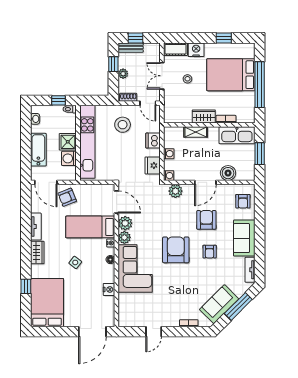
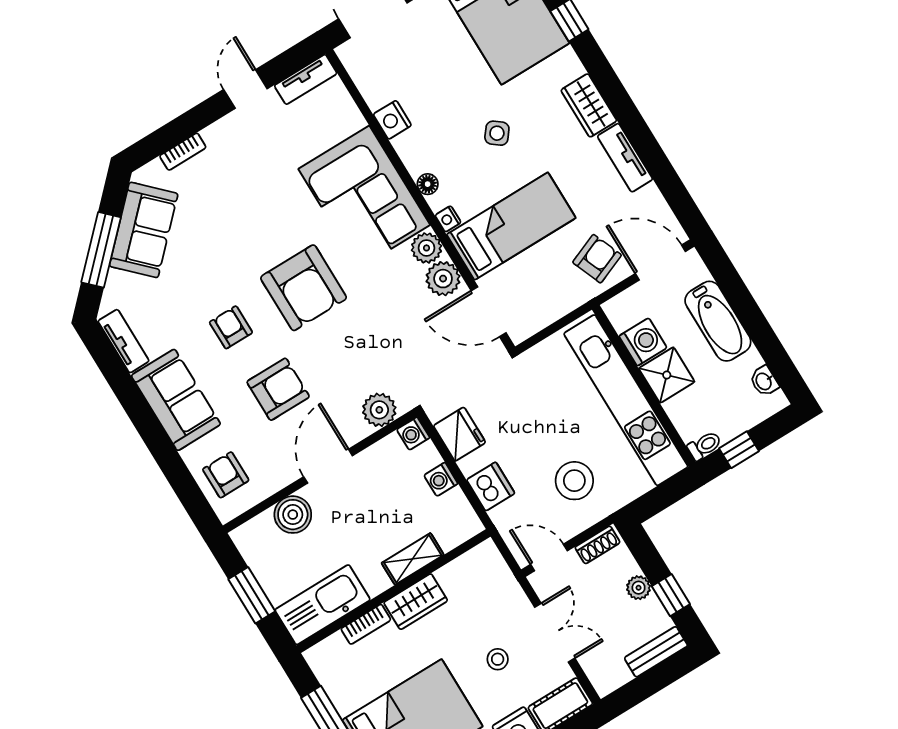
window: (136, 38) -> (658, 678), removed
armchair: (206, 220) -> (278, 389), turned -90
tv unit: (131, 322) -> (306, 79), added

